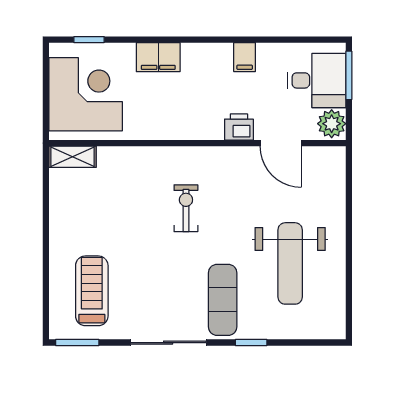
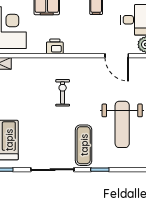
printer: (239, 127) -> (55, 46), moved

